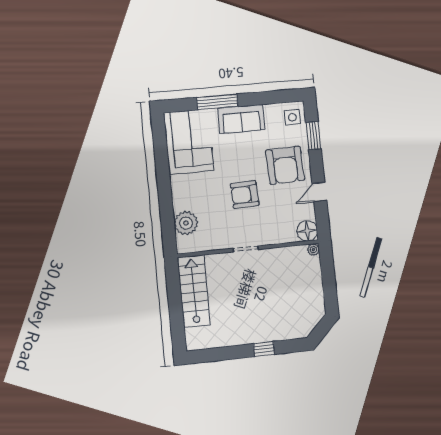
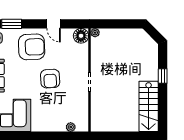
plant: (186, 223) -> (71, 127), width x0.53, depth x0.53
stairs: (194, 291) -> (149, 106), moved, turned -90

